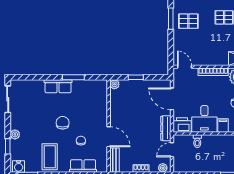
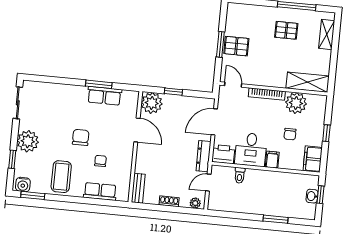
window: (171, 19) -> (220, 44), moved
pallet: (188, 21) -> (236, 46), moved
plant: (114, 84) -> (152, 103), width x1.88, depth x1.88
row of seats: (58, 86) -> (104, 96), moved
door: (172, 99) -> (214, 122), hinge flipped
plant: (15, 134) -> (28, 141), width x1.87, depth x1.87
door: (109, 137) -> (137, 130), moved

